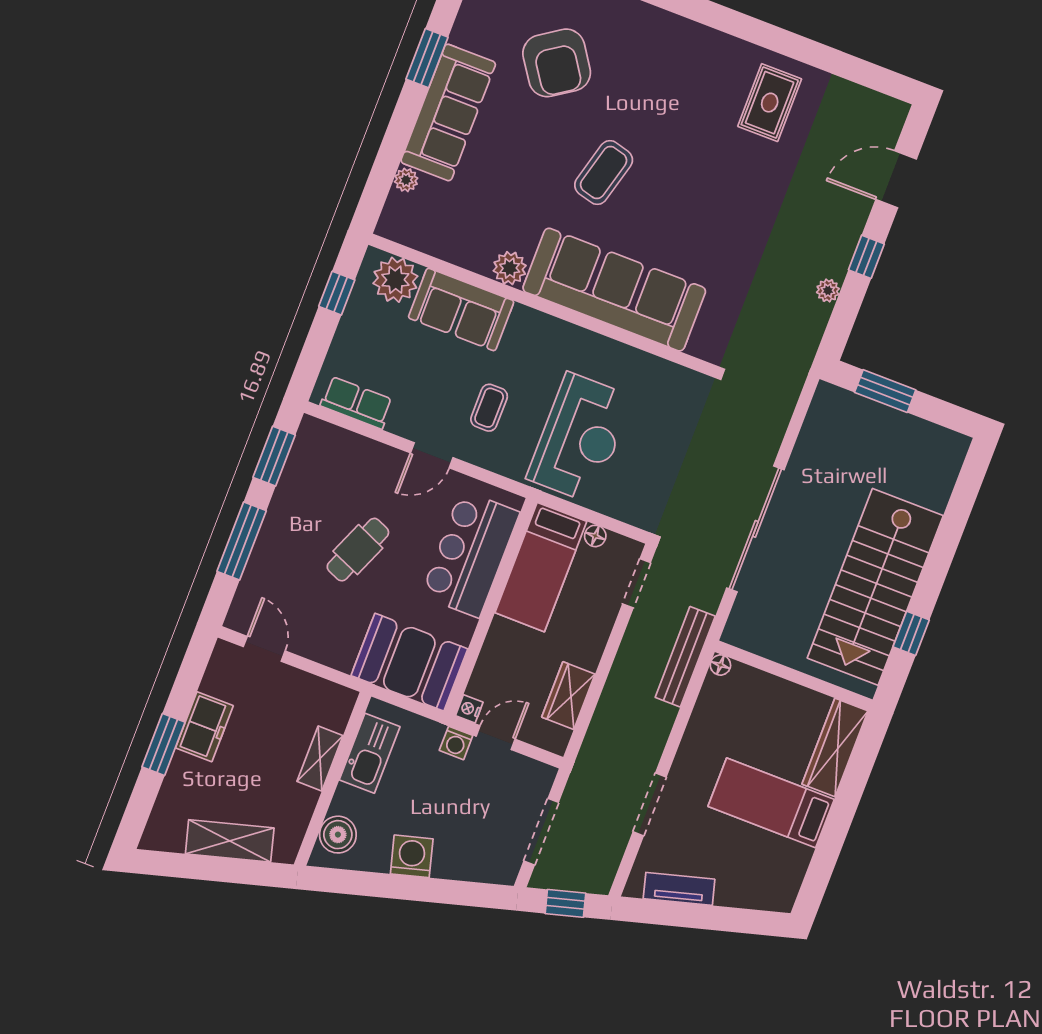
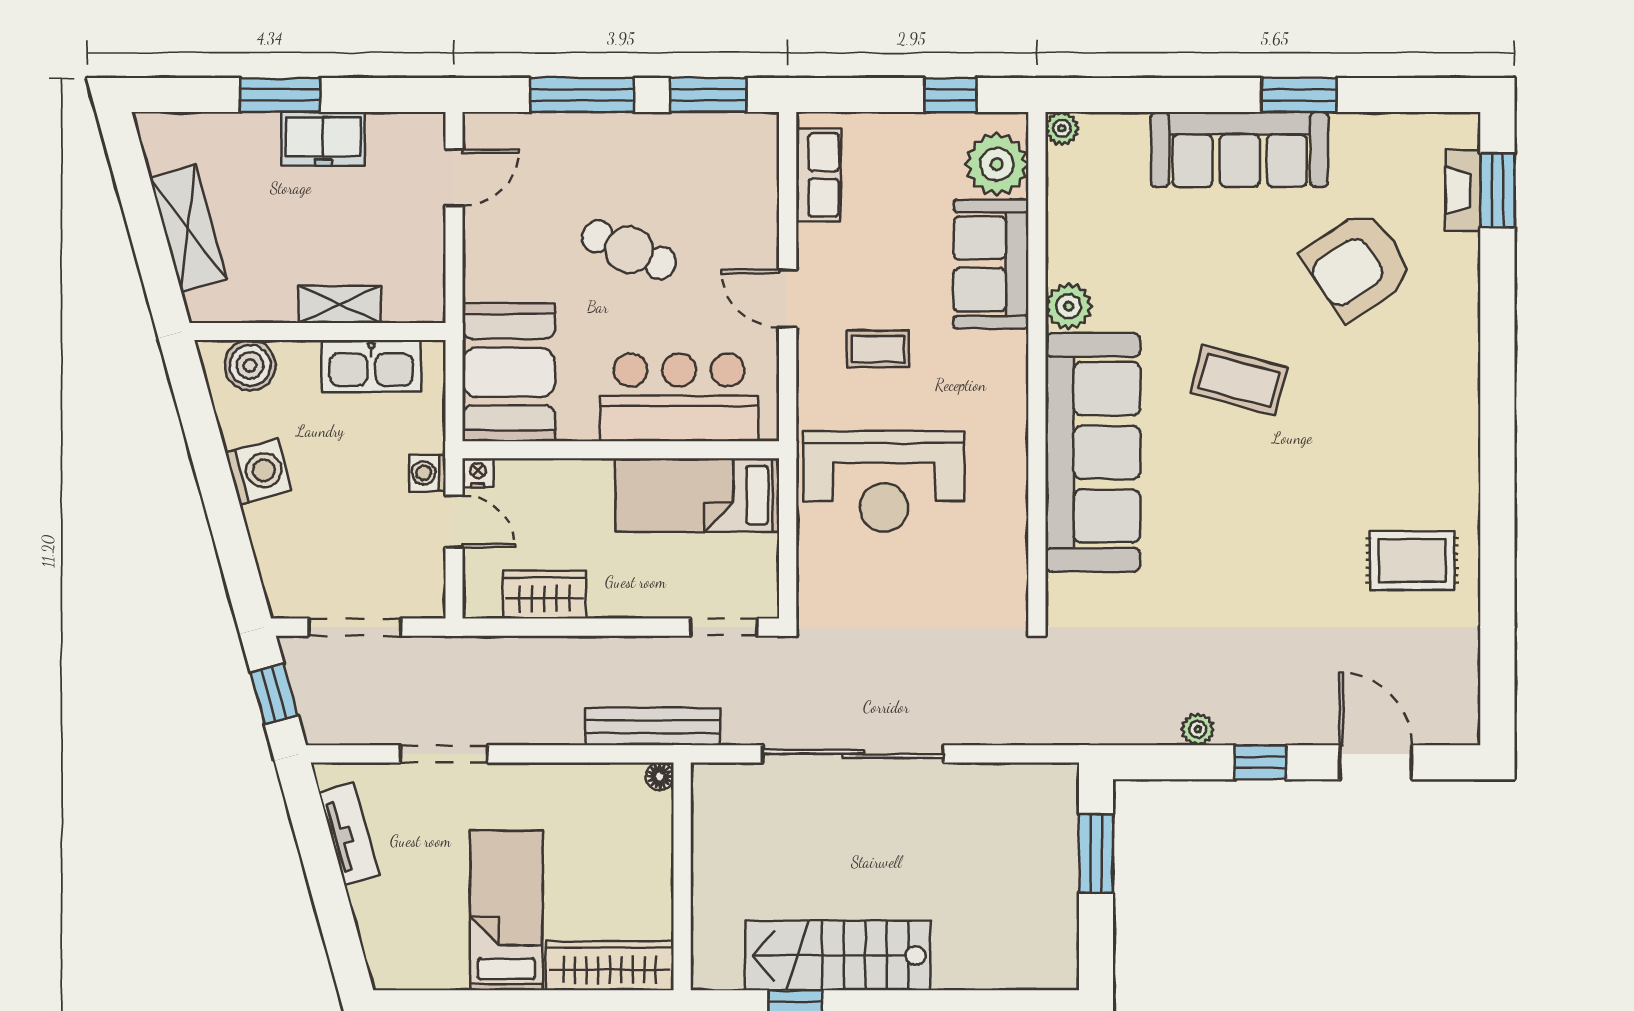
plant: (406, 180) -> (1062, 128), moved
floor lamp: (595, 536) -> (765, 550), removed
stairs: (875, 587) -> (838, 956), width x0.73, depth x0.66

